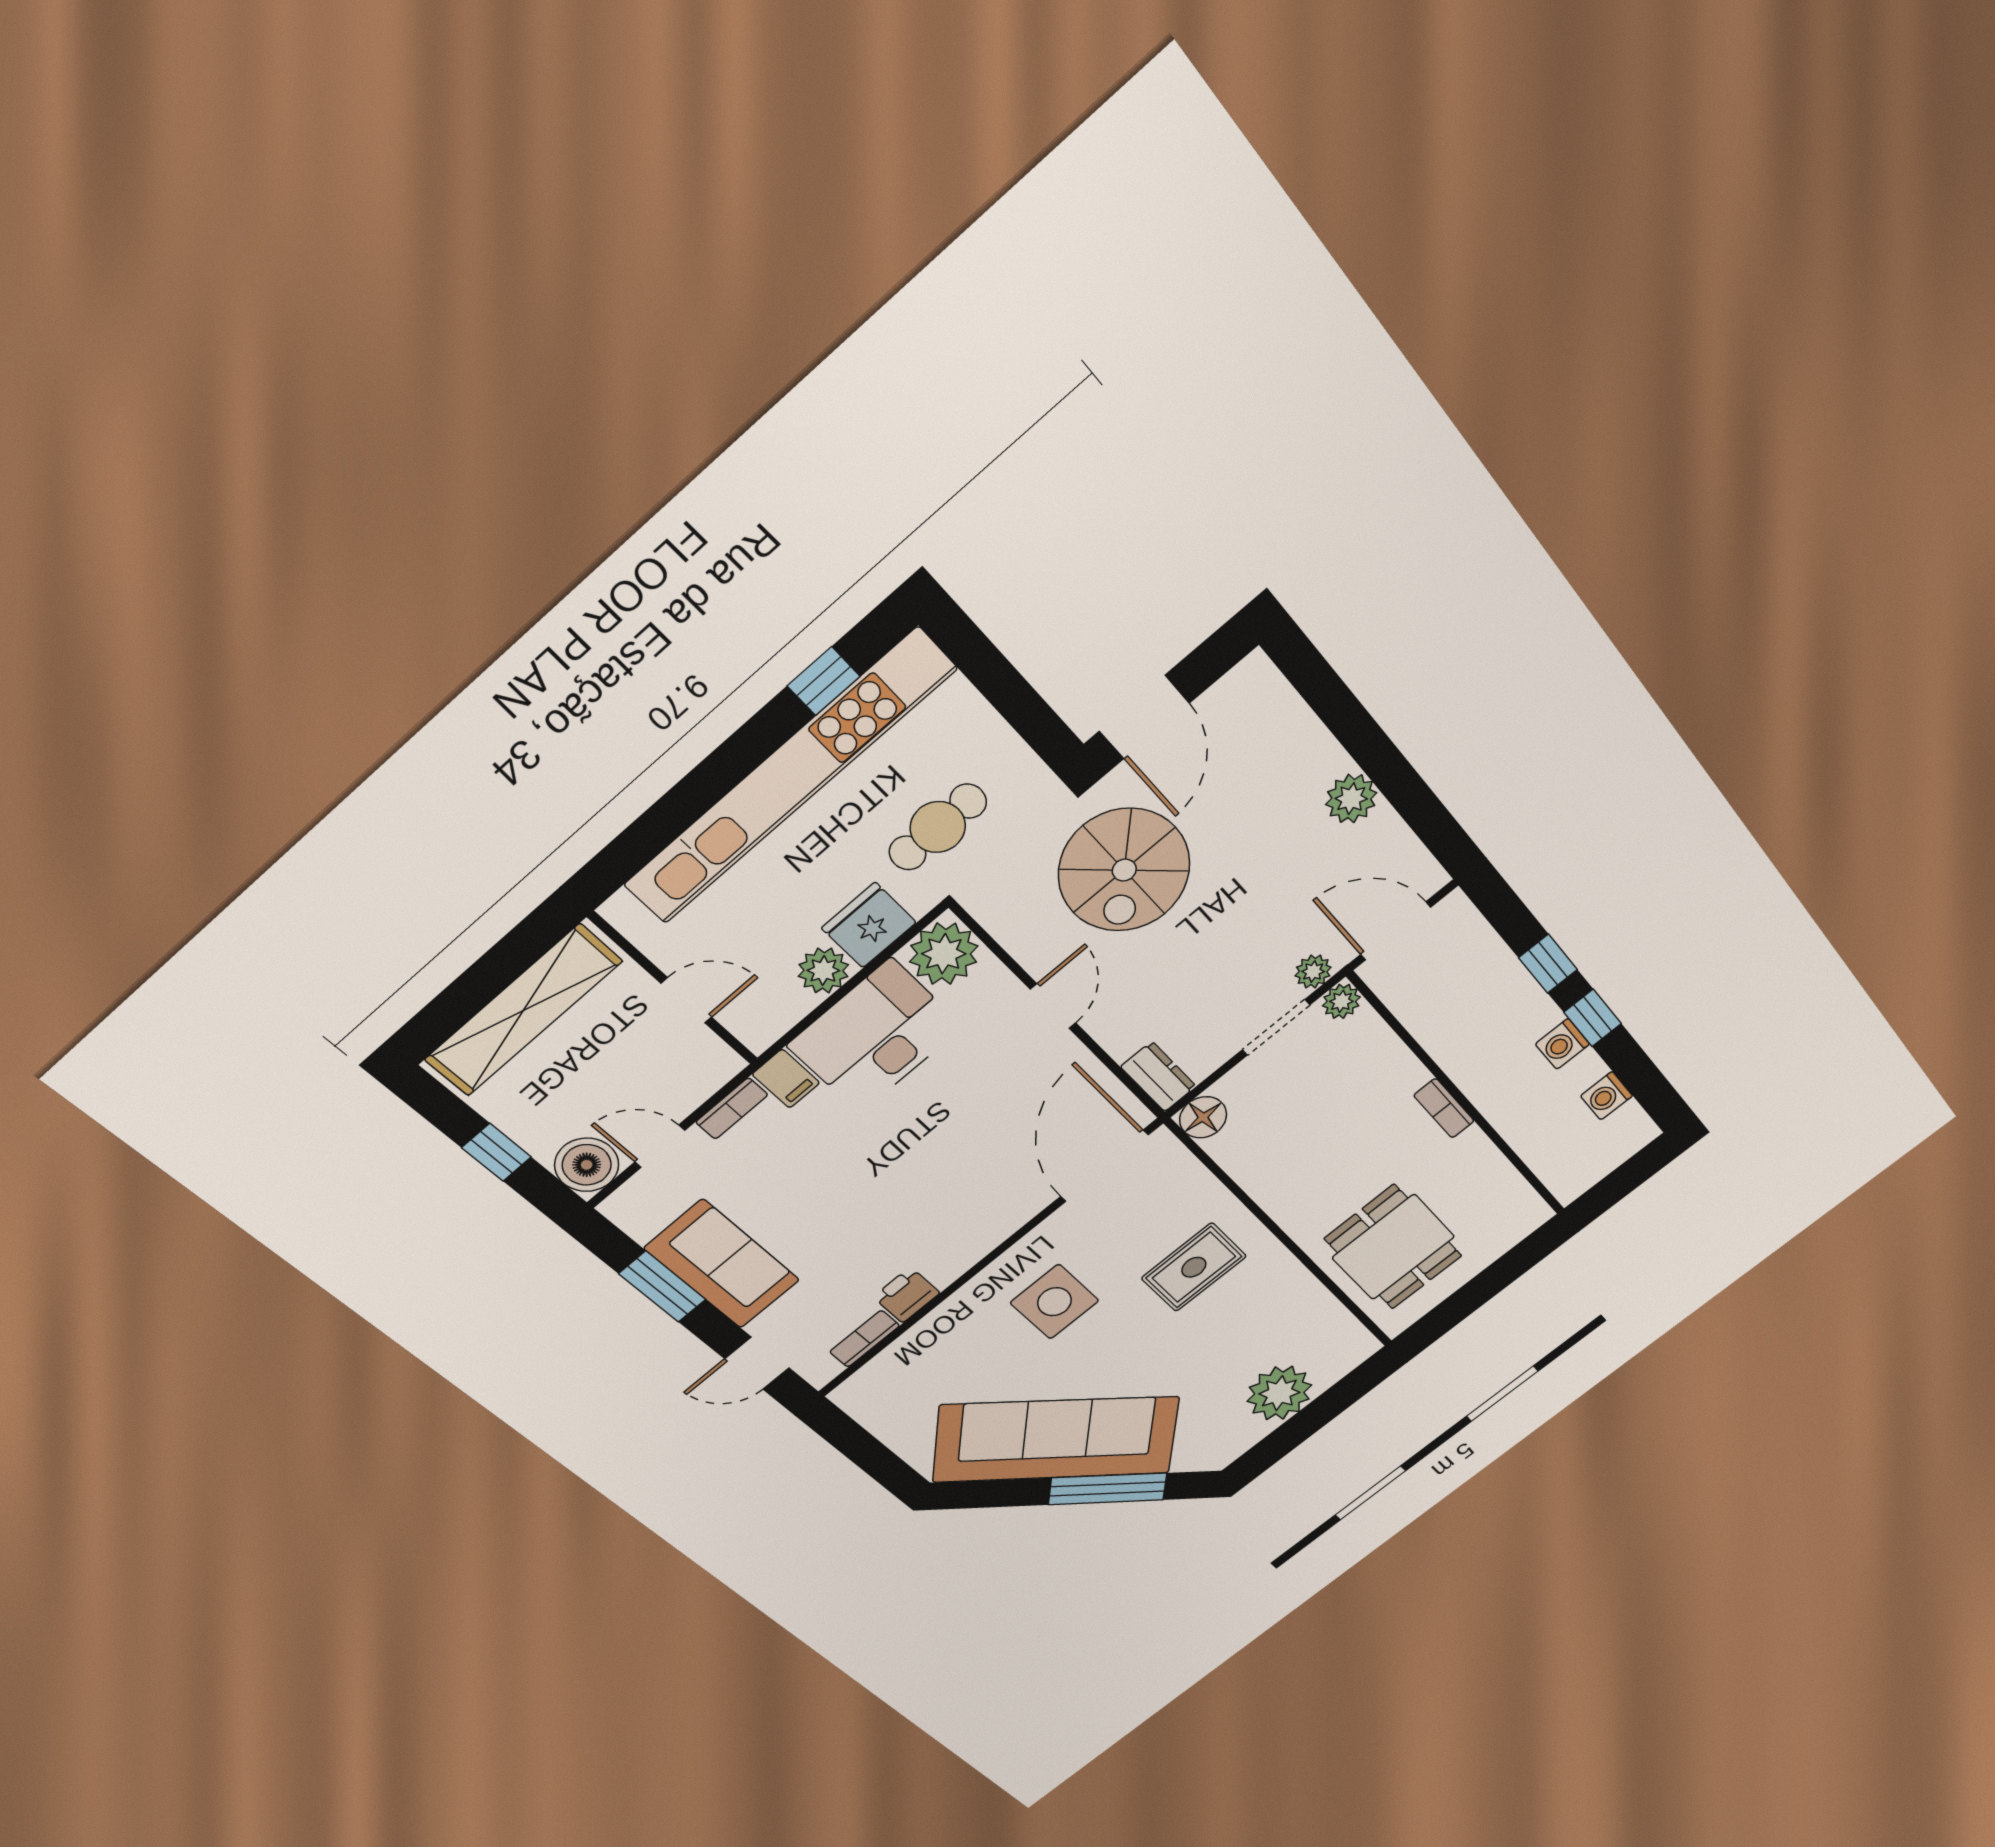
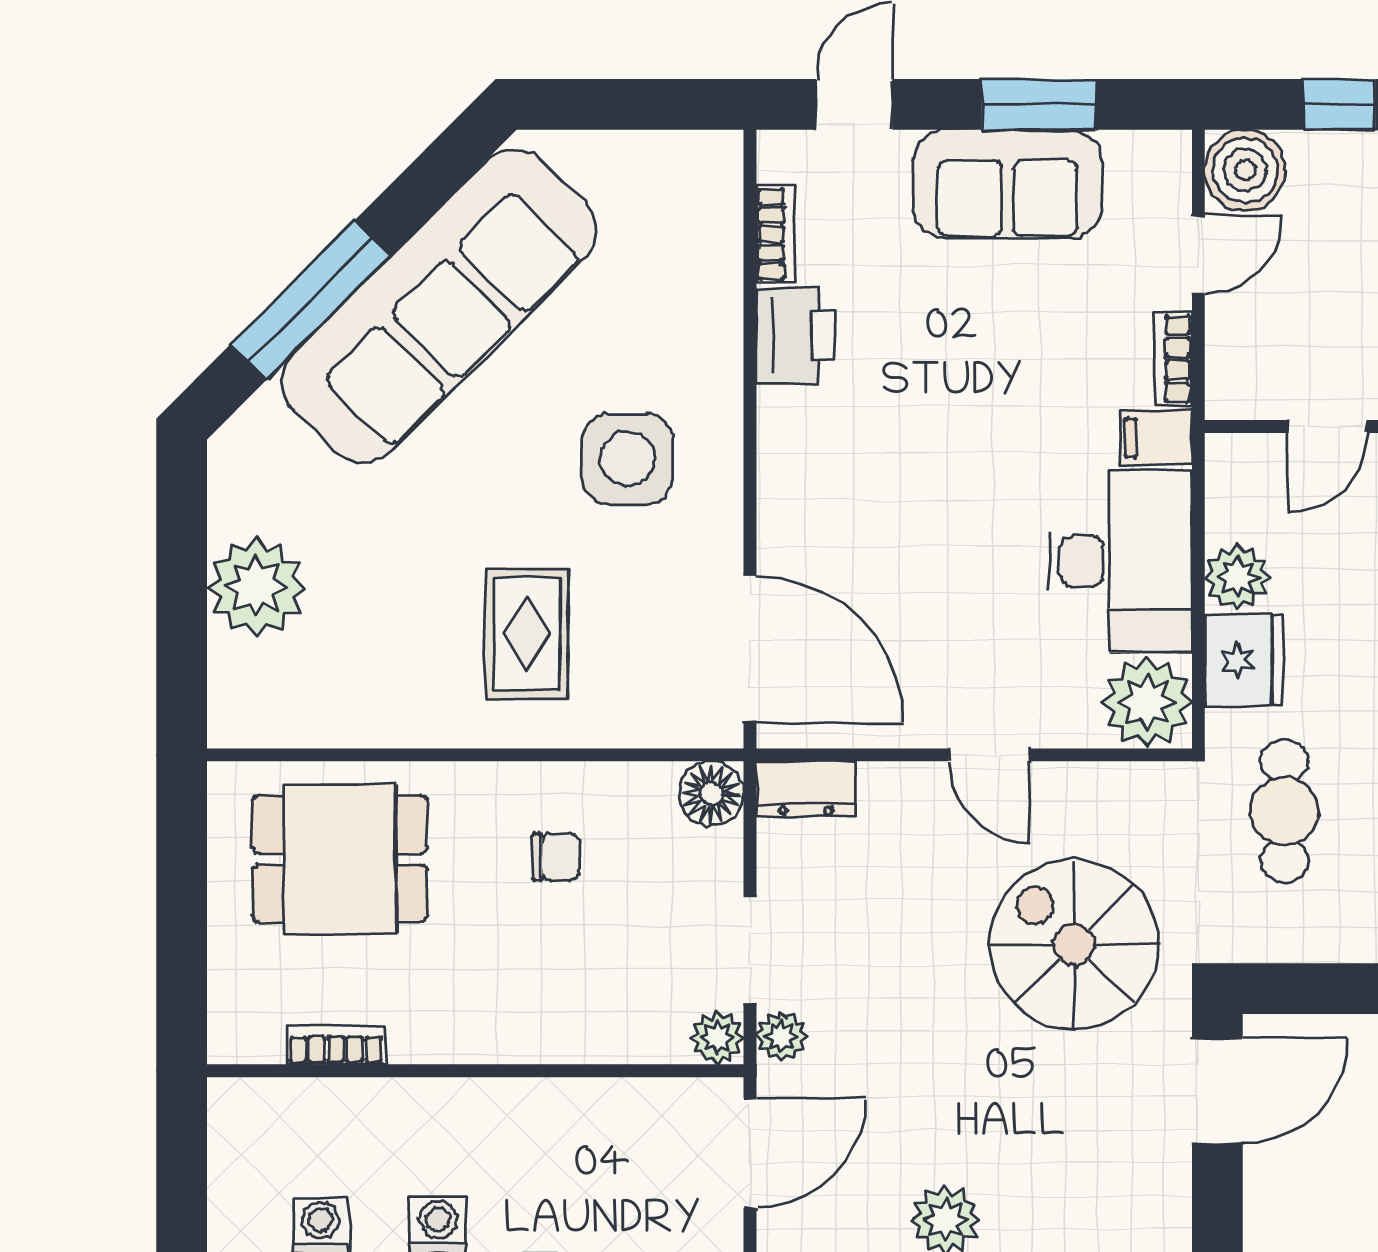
door: (1144, 717) -> (1217, 1091), swing flipped
bookcase: (1444, 1108) -> (336, 1045), moved
chair: (1305, 1157) -> (556, 857), added
printer: (907, 1295) -> (796, 336), width x1.36, depth x1.24

